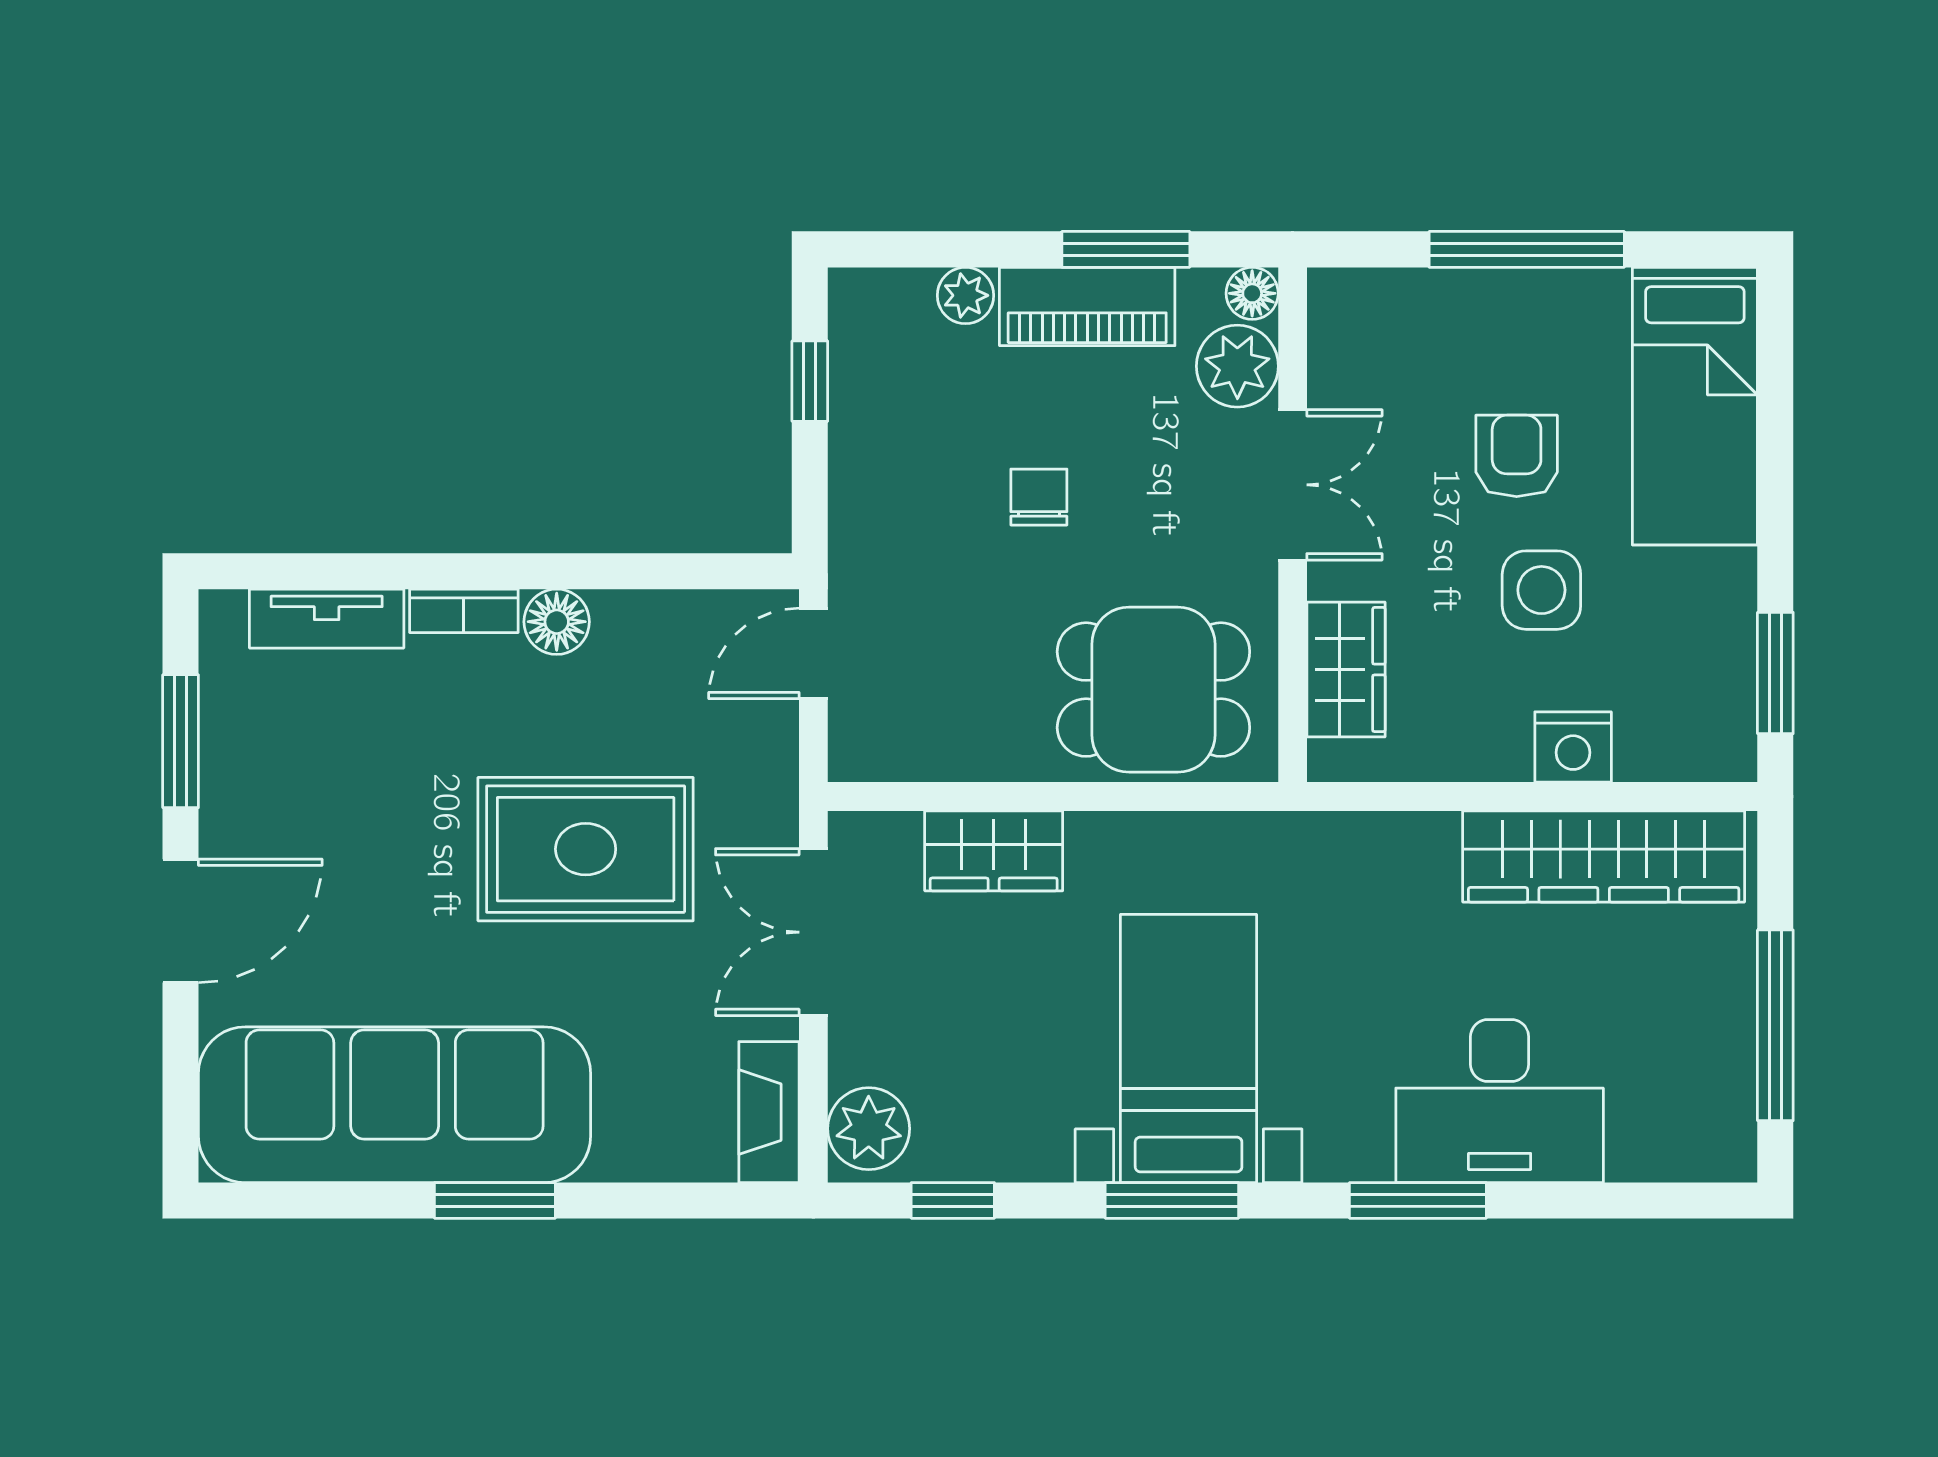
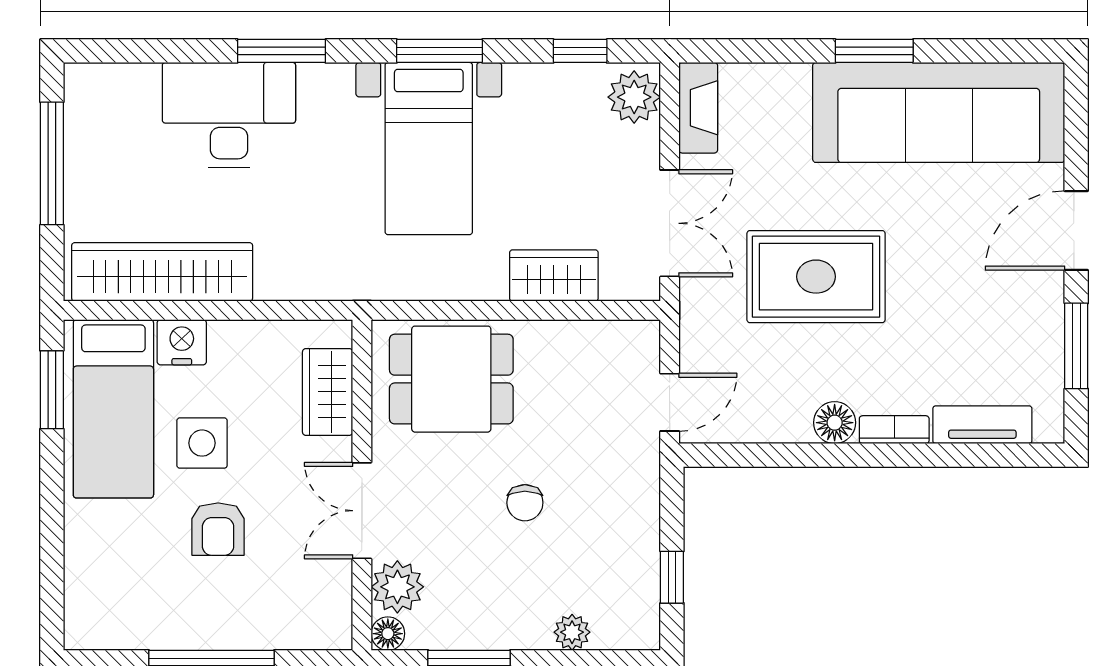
piano: (1087, 307) -> (494, 625), removed
bed: (1695, 406) -> (113, 409), moved, turned 180

